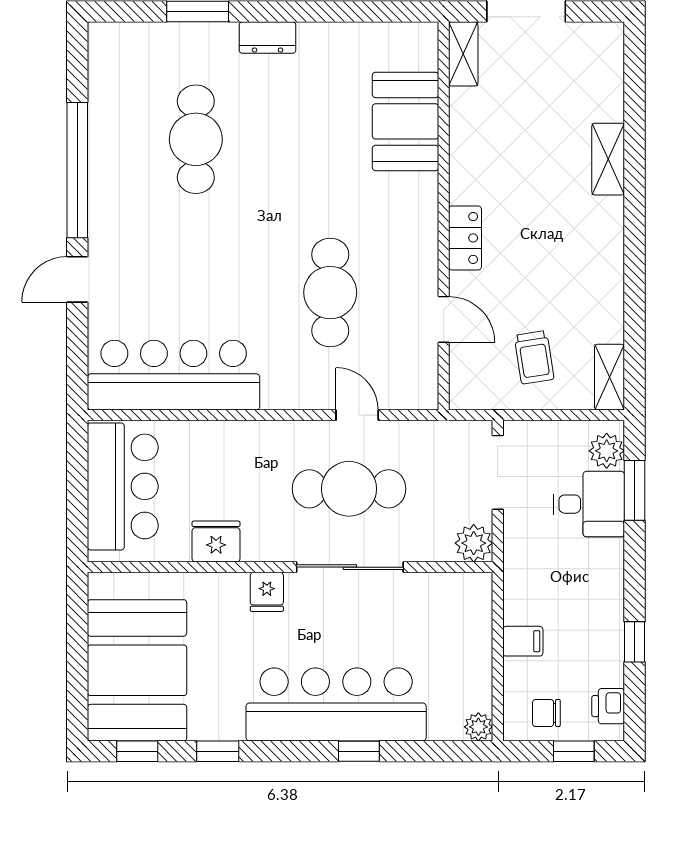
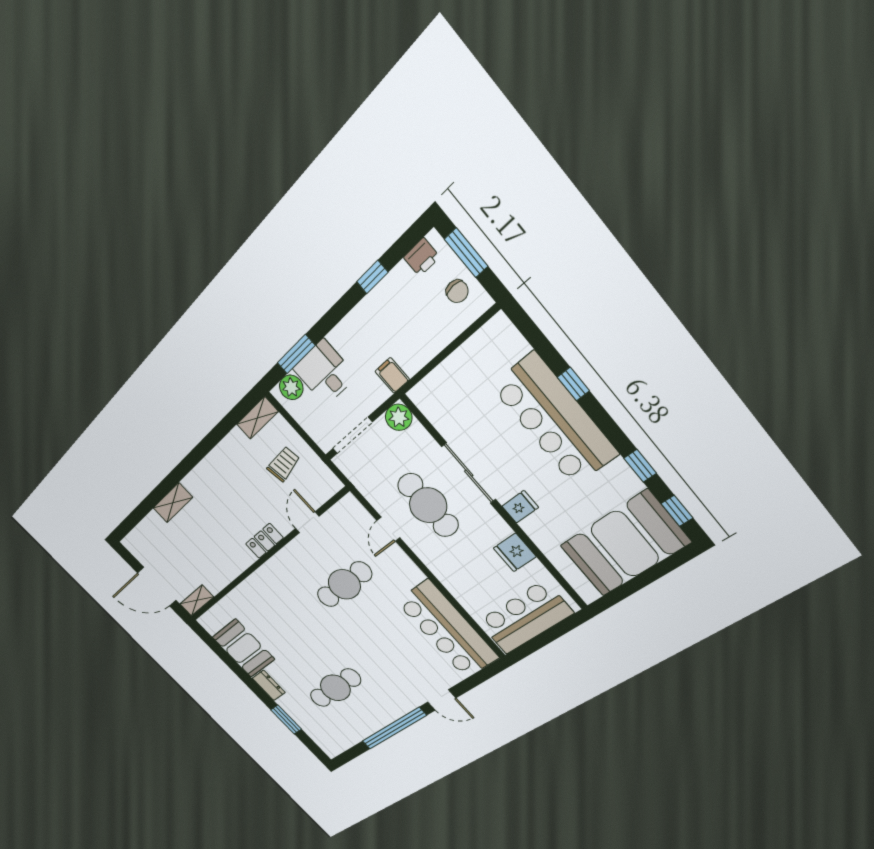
booth: (405, 121) -> (243, 648), moved, turned 90
filing cabinet: (523, 641) -> (392, 375), moved
plant: (478, 727) -> (500, 325), removed
window: (574, 751) -> (466, 253), width x1.50

